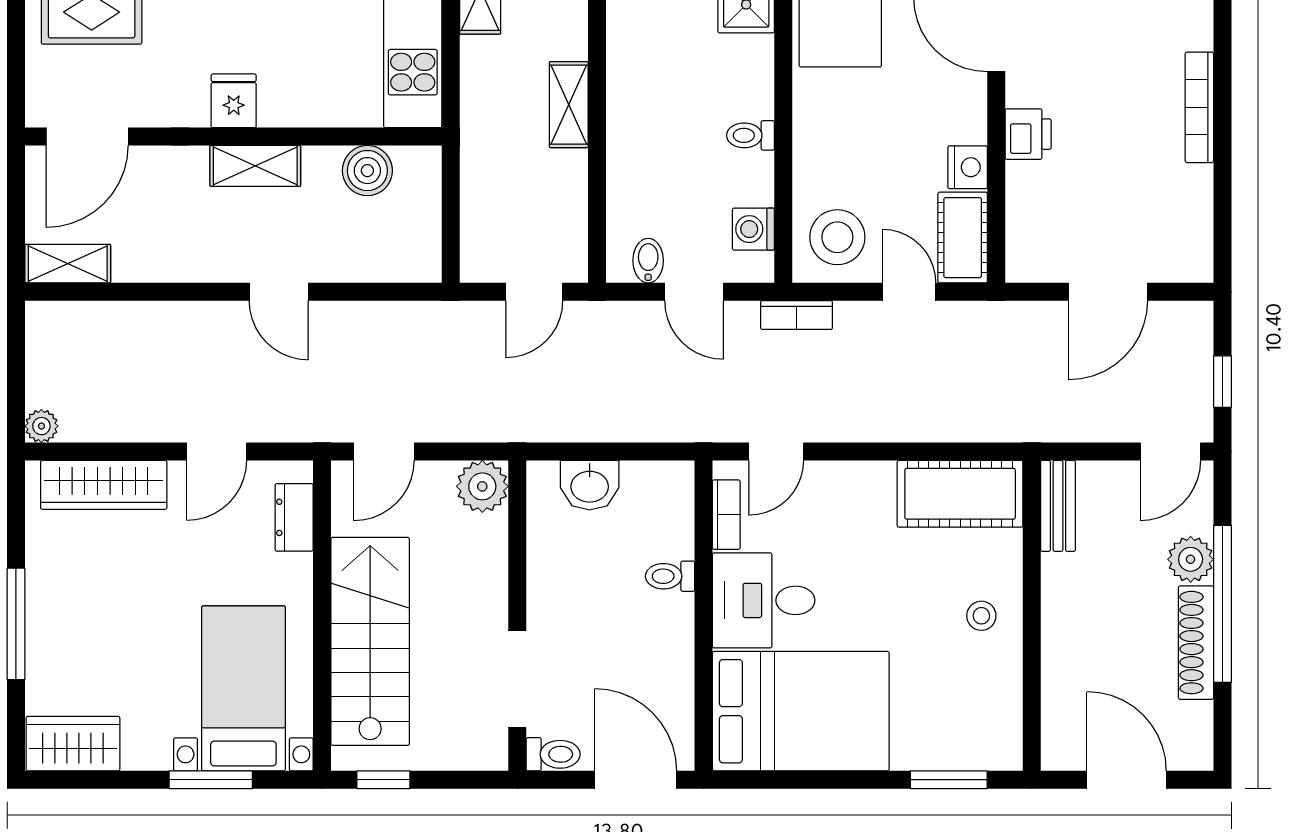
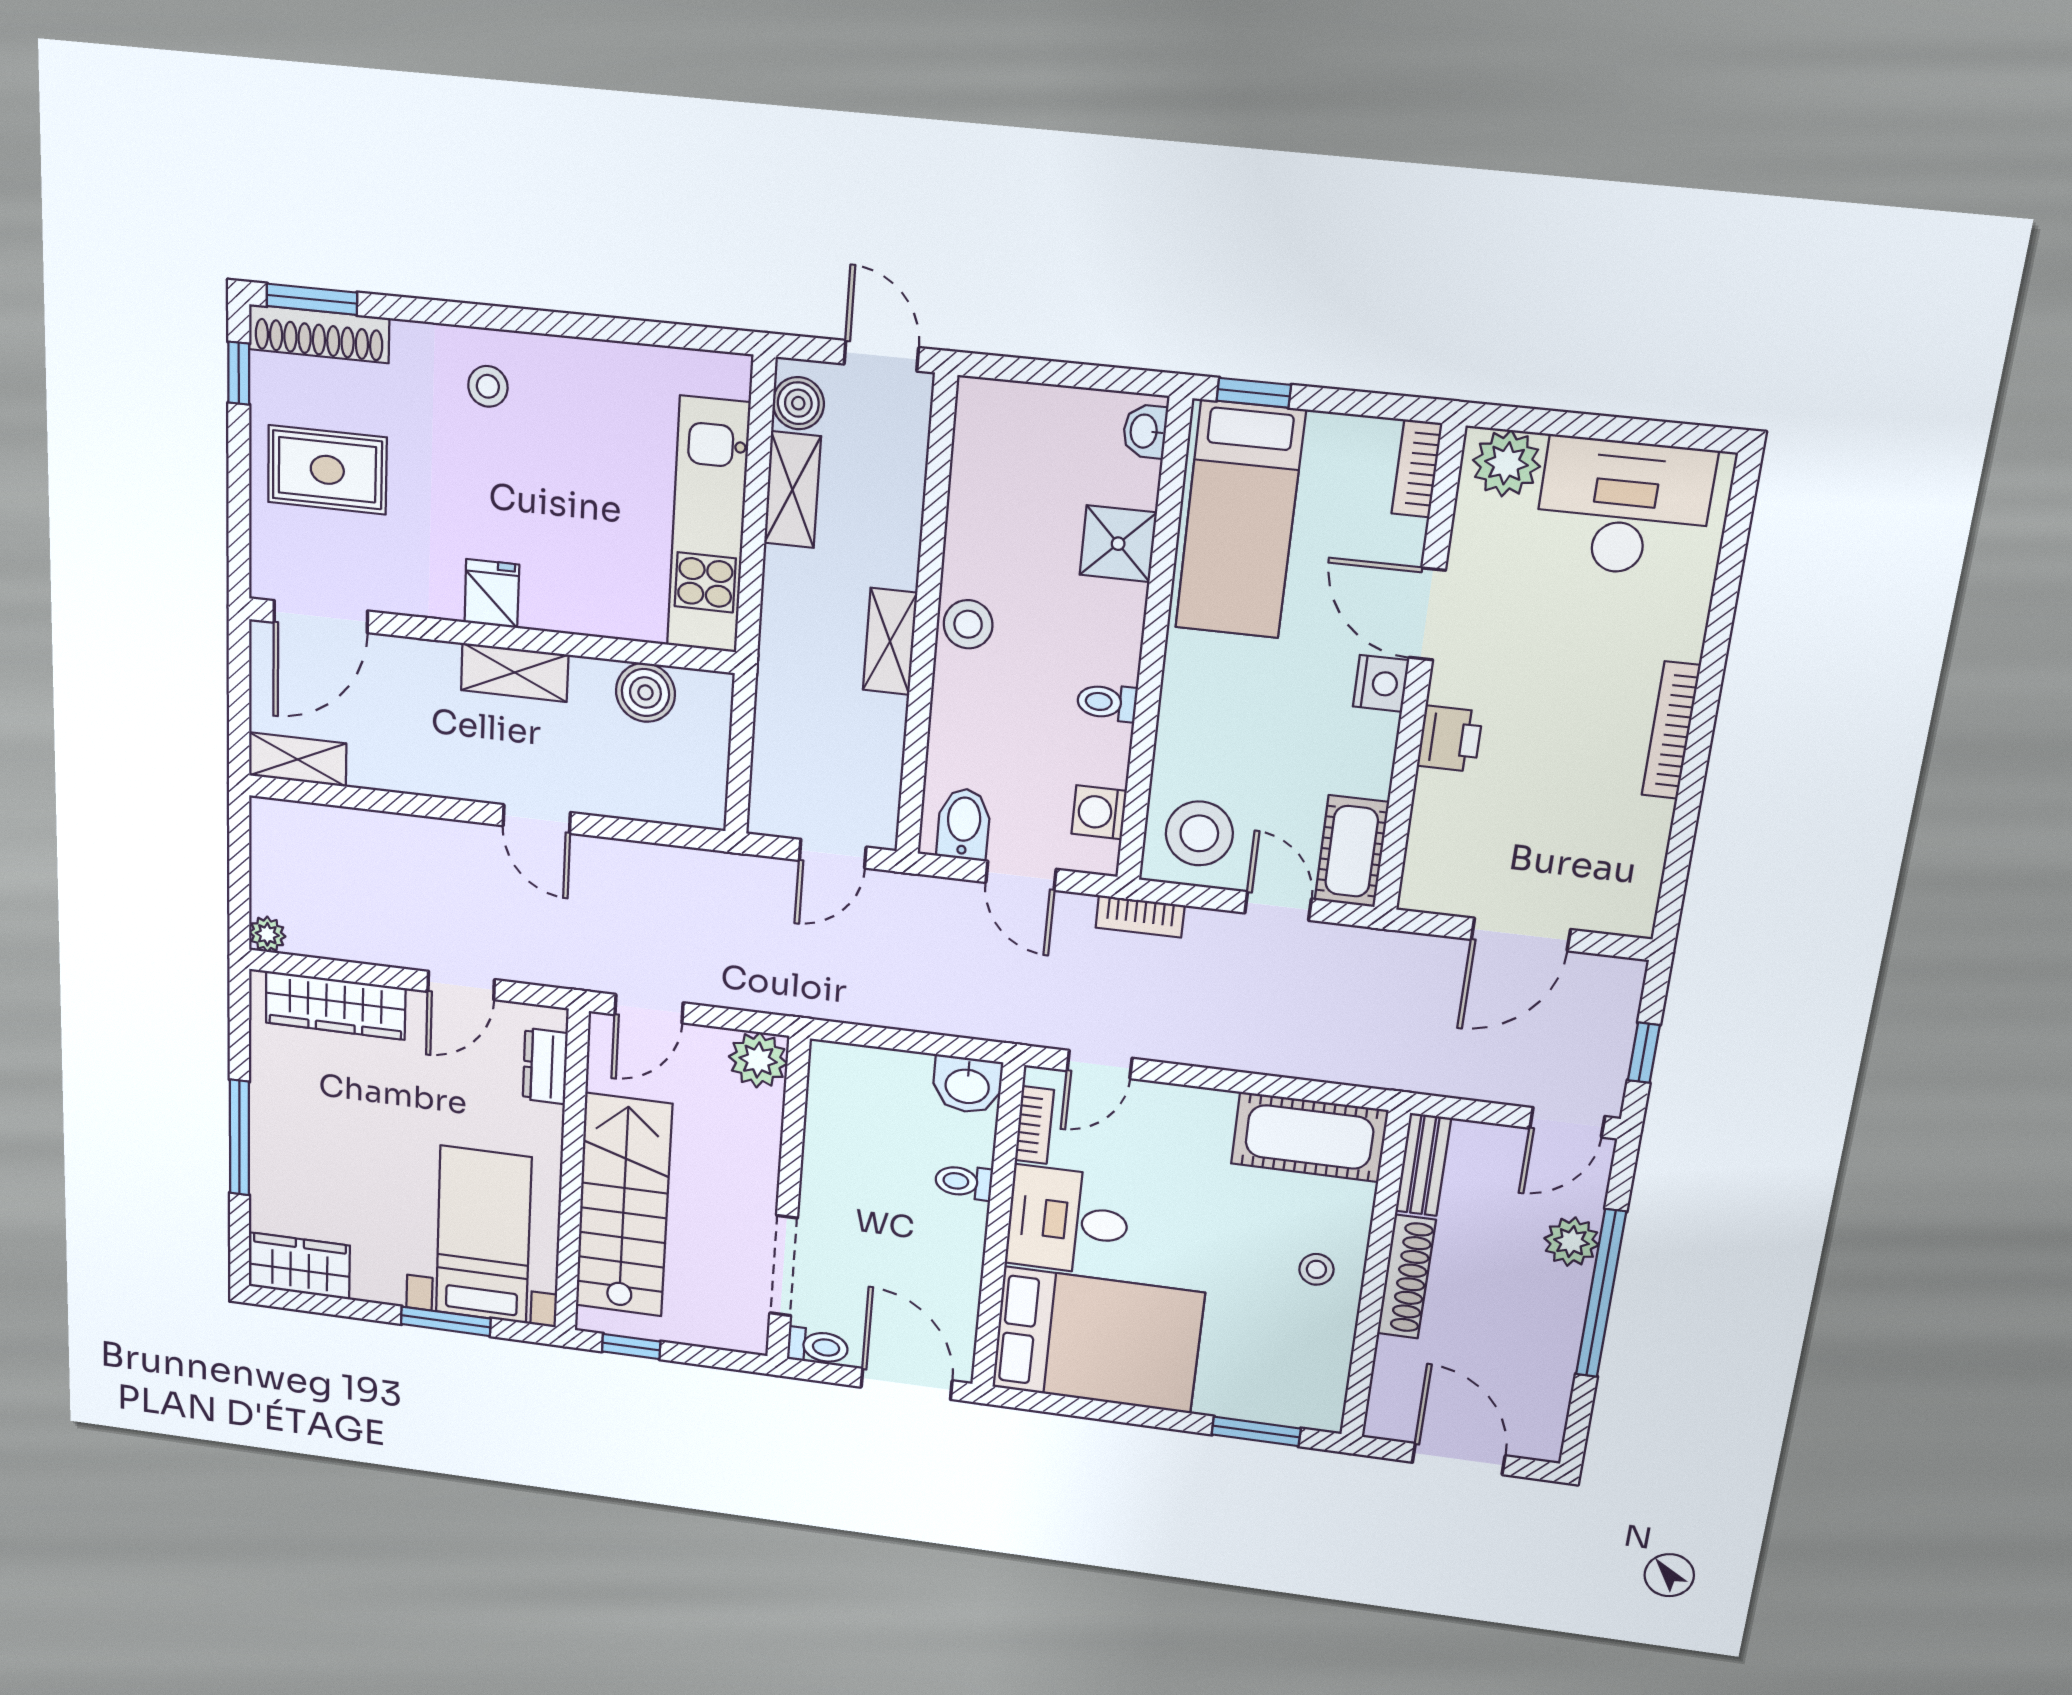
stool: (632, 83) -> (968, 624), added
nightstand: (968, 167) -> (1381, 683), moved
bidet: (648, 261) -> (964, 824), width x1.38, depth x1.36
washbasin: (590, 485) -> (967, 1085), moved
shoe rack: (1196, 643) -> (1406, 1277), moved, turned 180

